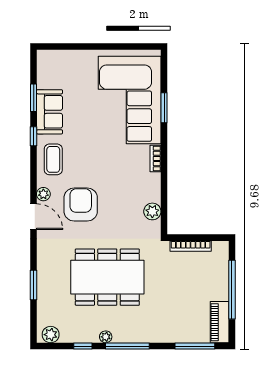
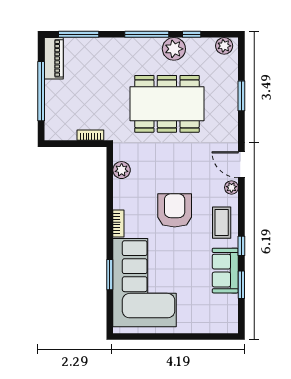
armchair: (81, 205) -> (175, 210), moved, turned 180
bookcase: (191, 246) -> (90, 135), width x0.64
plant: (106, 337) -> (174, 49), width x1.87, depth x1.87

